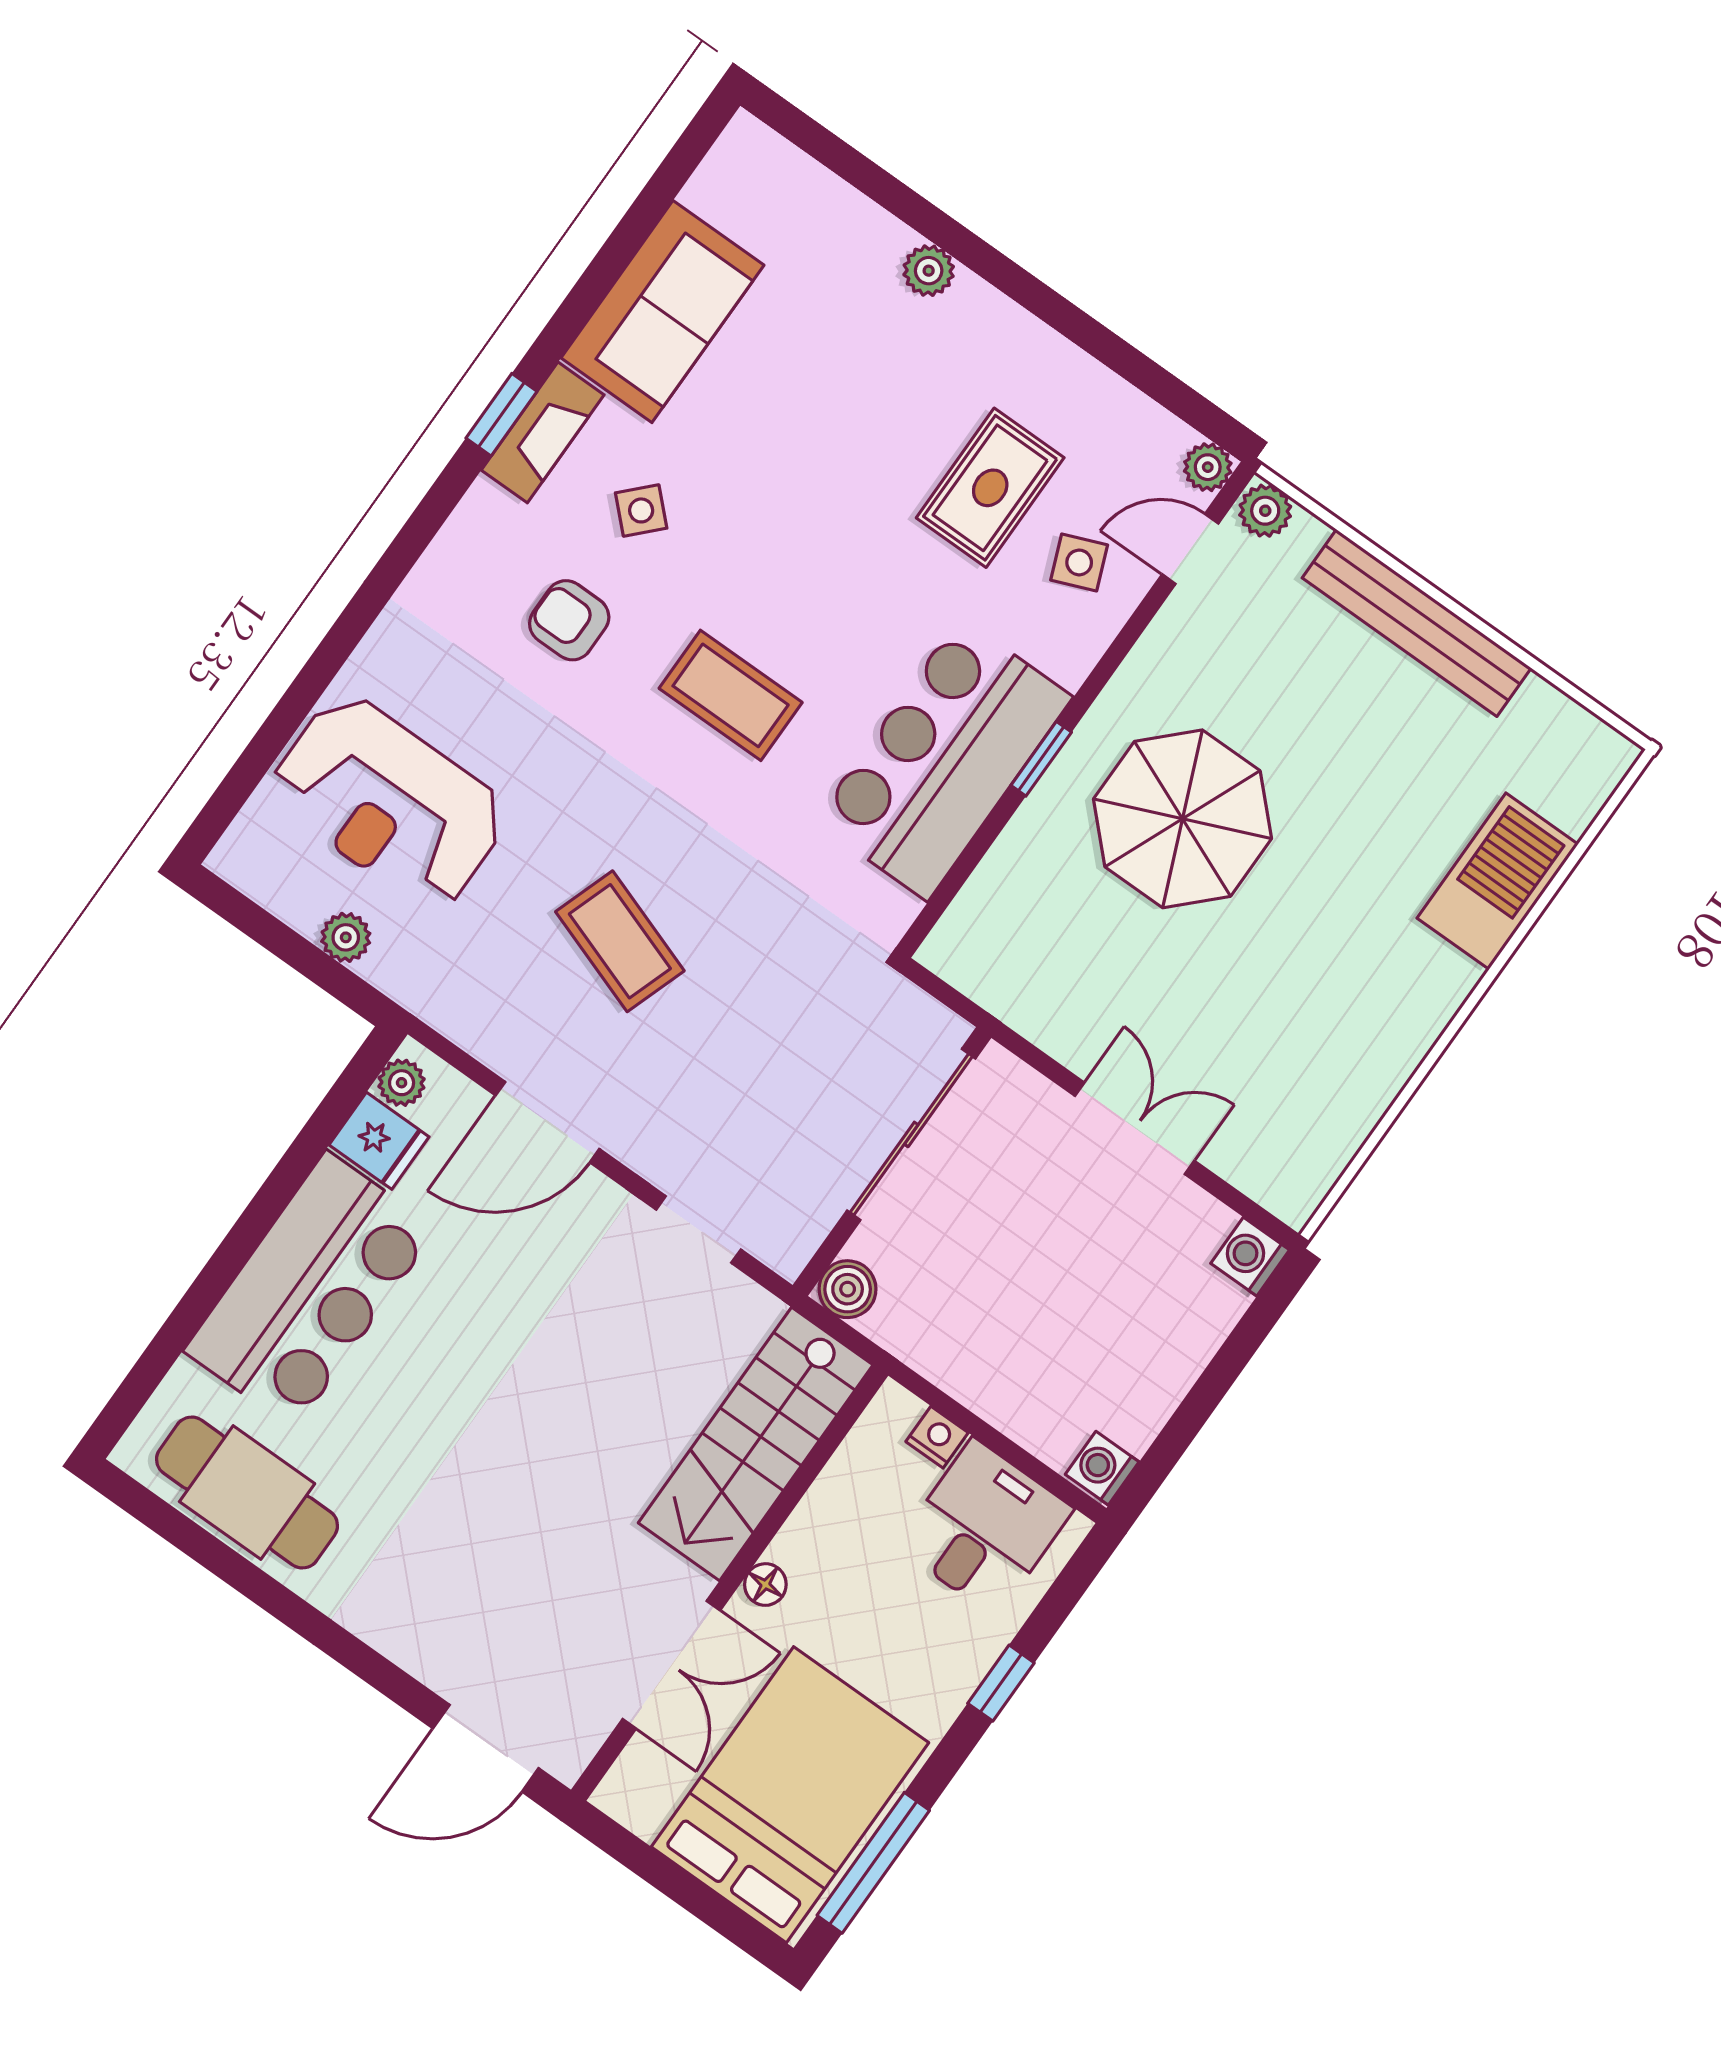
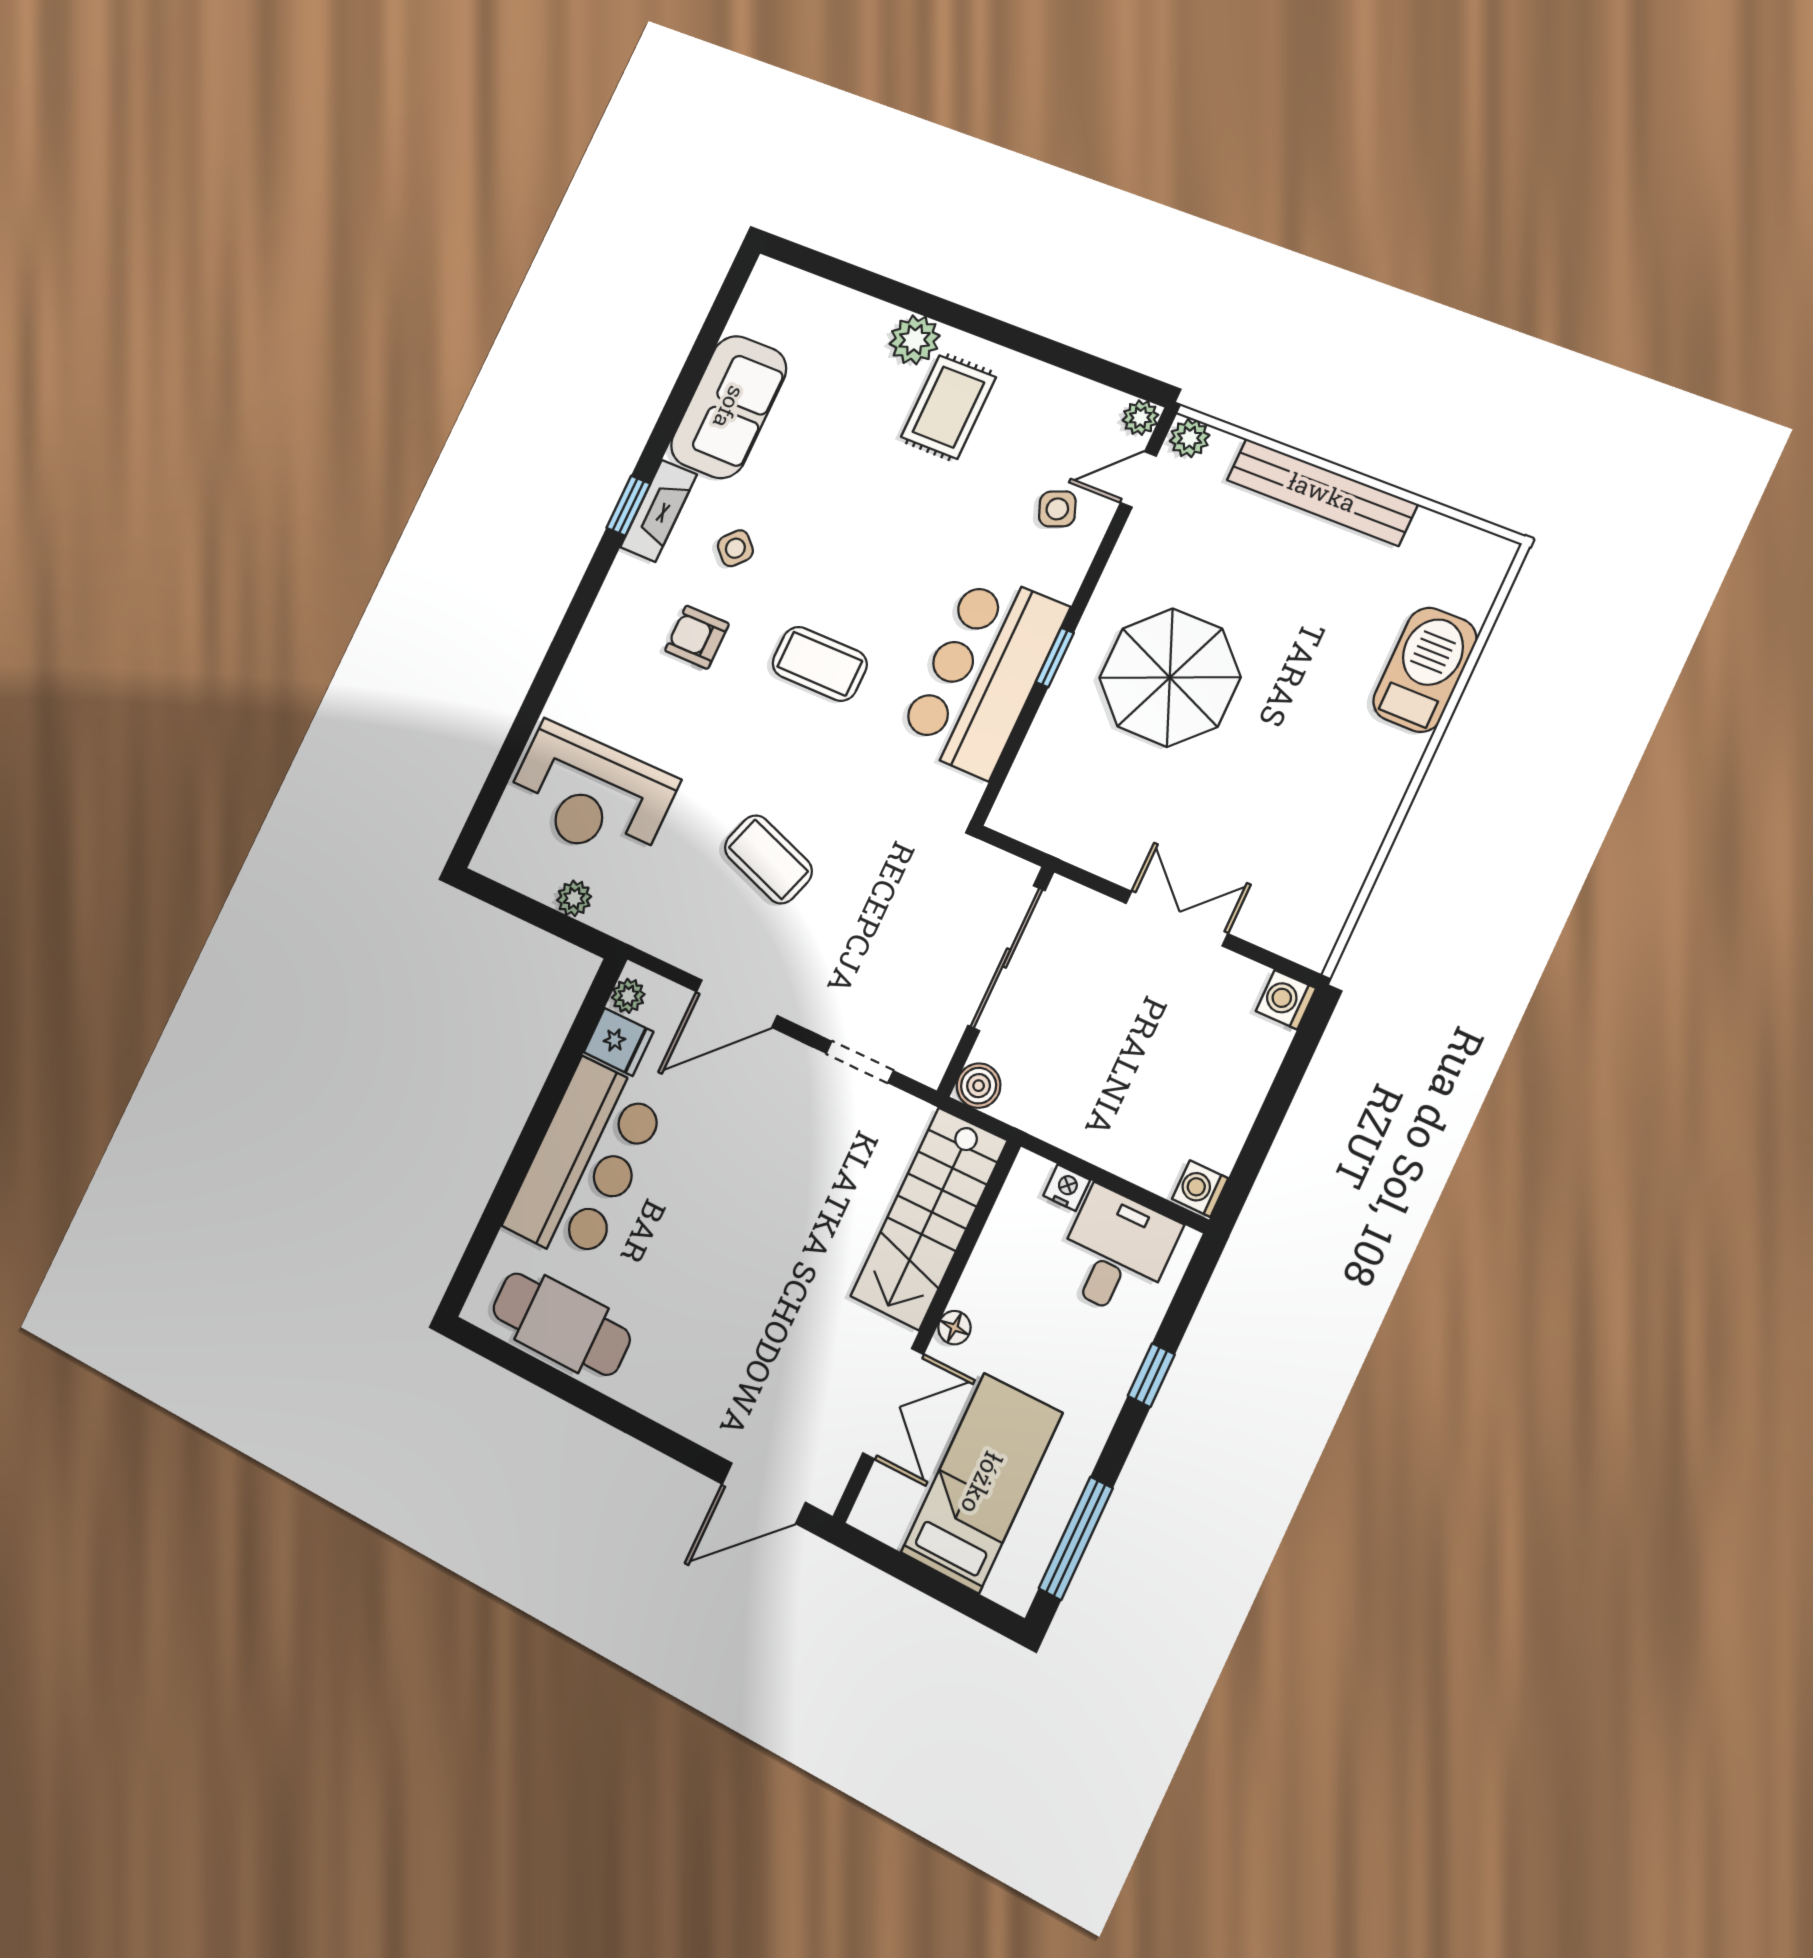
plant: (929, 271) -> (915, 340), width x1.38, depth x1.38
rug: (990, 488) -> (948, 407), moved
bed: (790, 1795) -> (982, 1483), width x0.67

